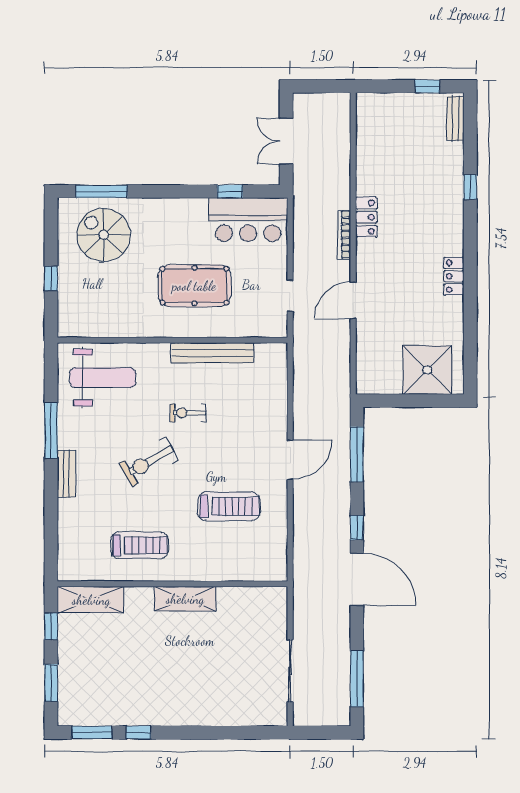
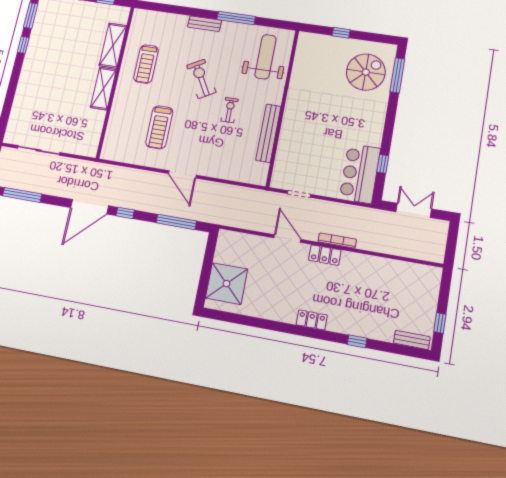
locker: (366, 217) -> (325, 255), moved
locker: (454, 276) -> (312, 320), moved
pool table: (194, 286) -> (319, 128), removed
weight bench: (103, 378) -> (265, 57), turned 180
shelving: (91, 600) -> (113, 46), moved

